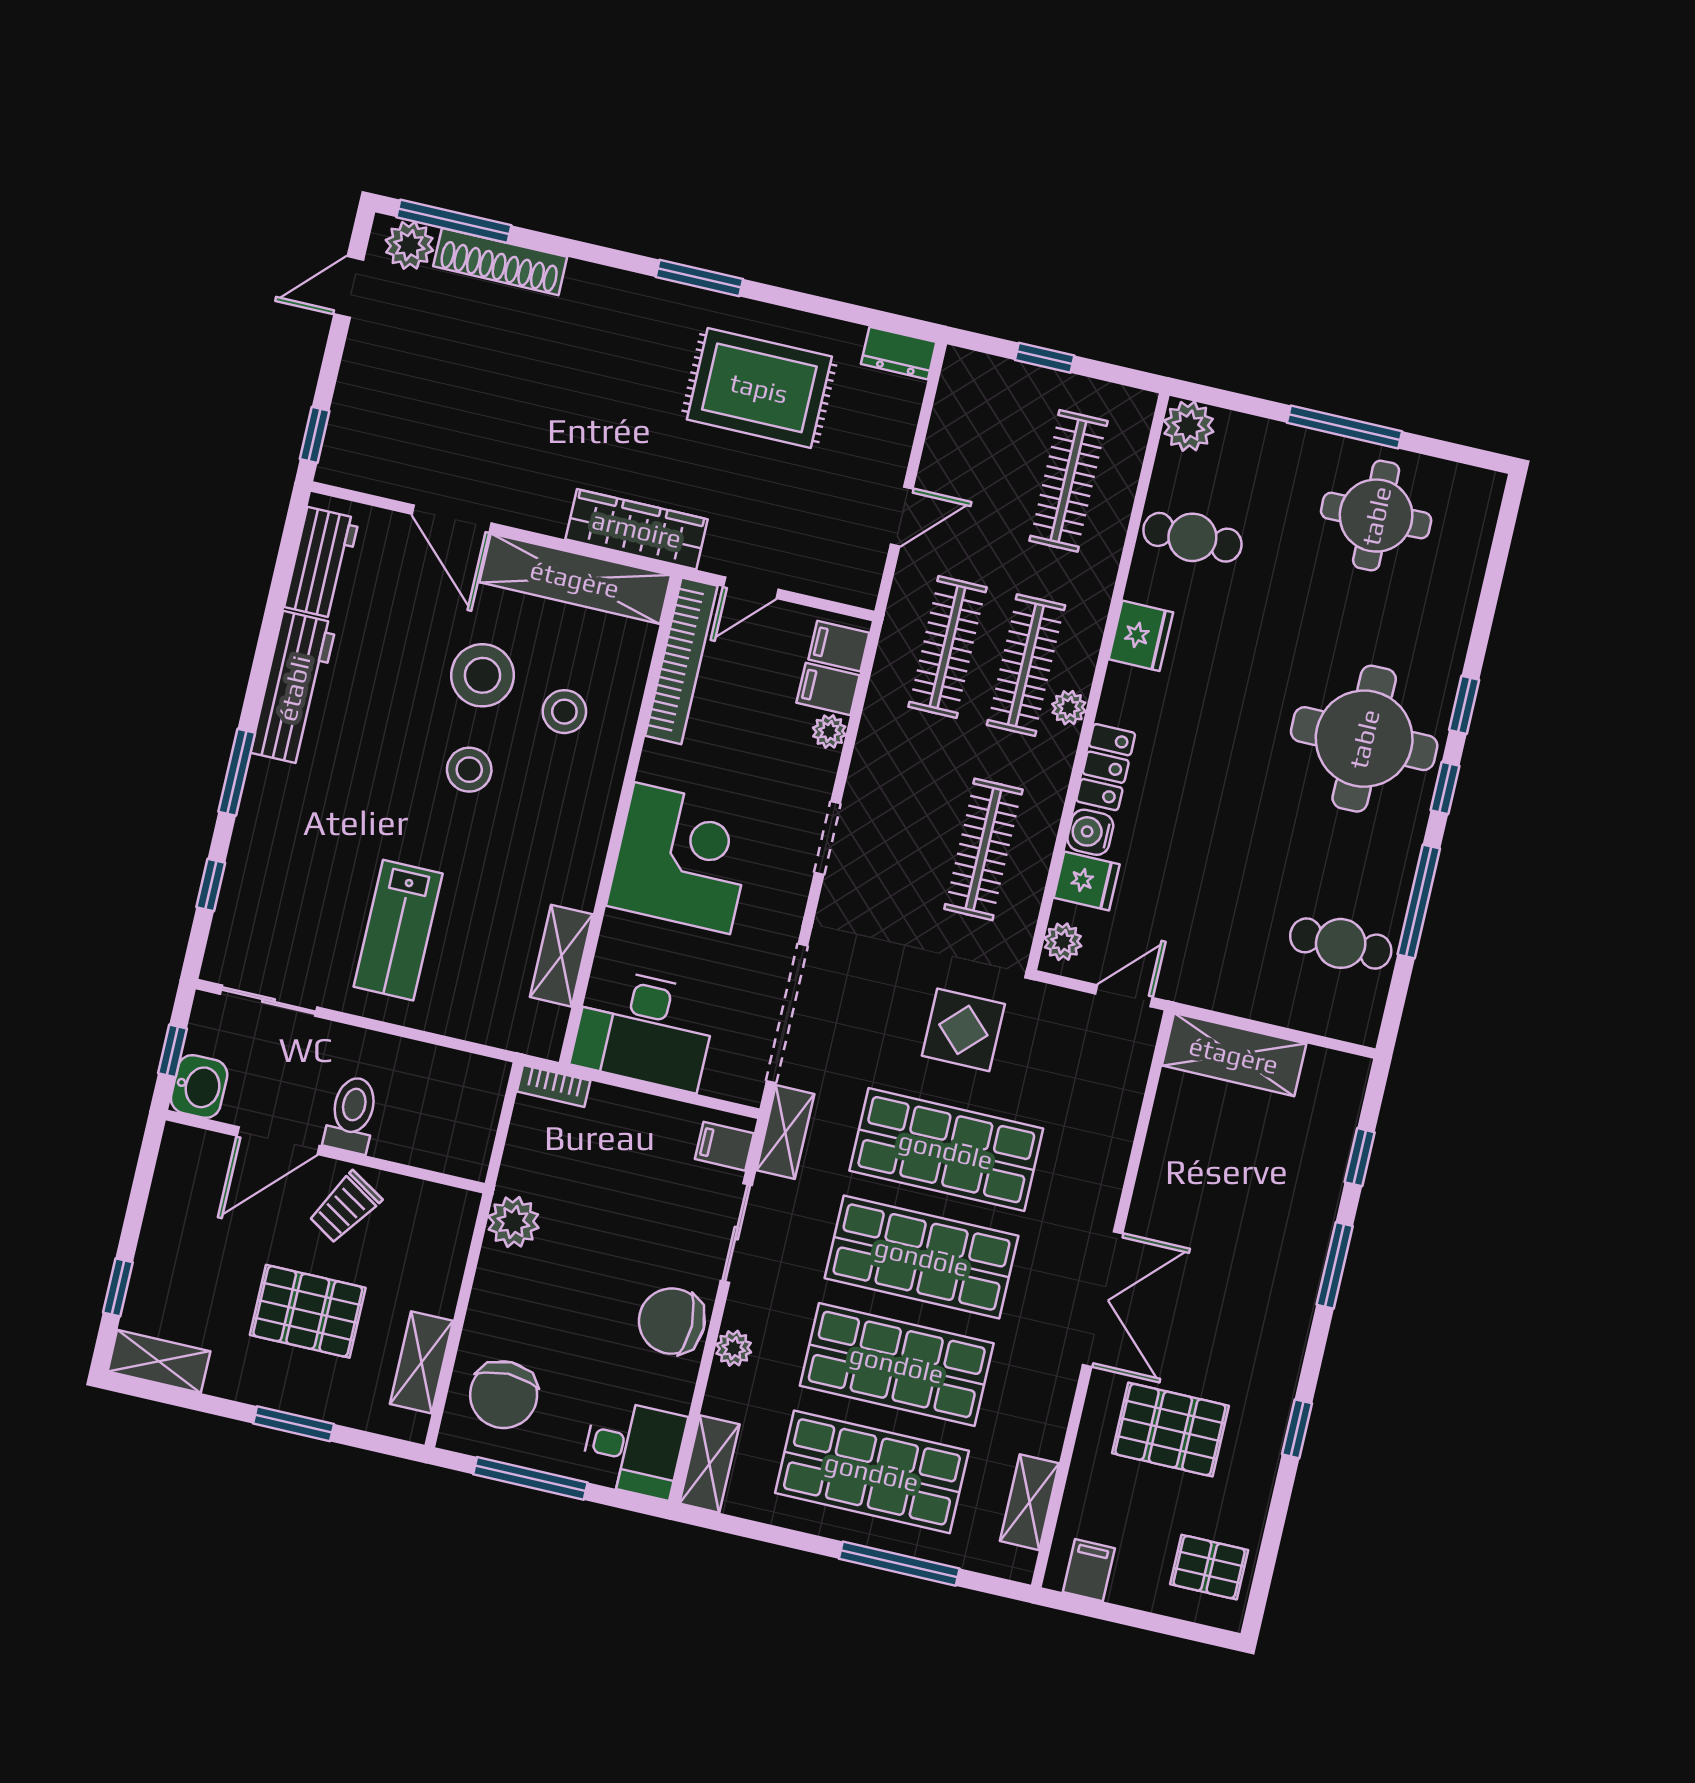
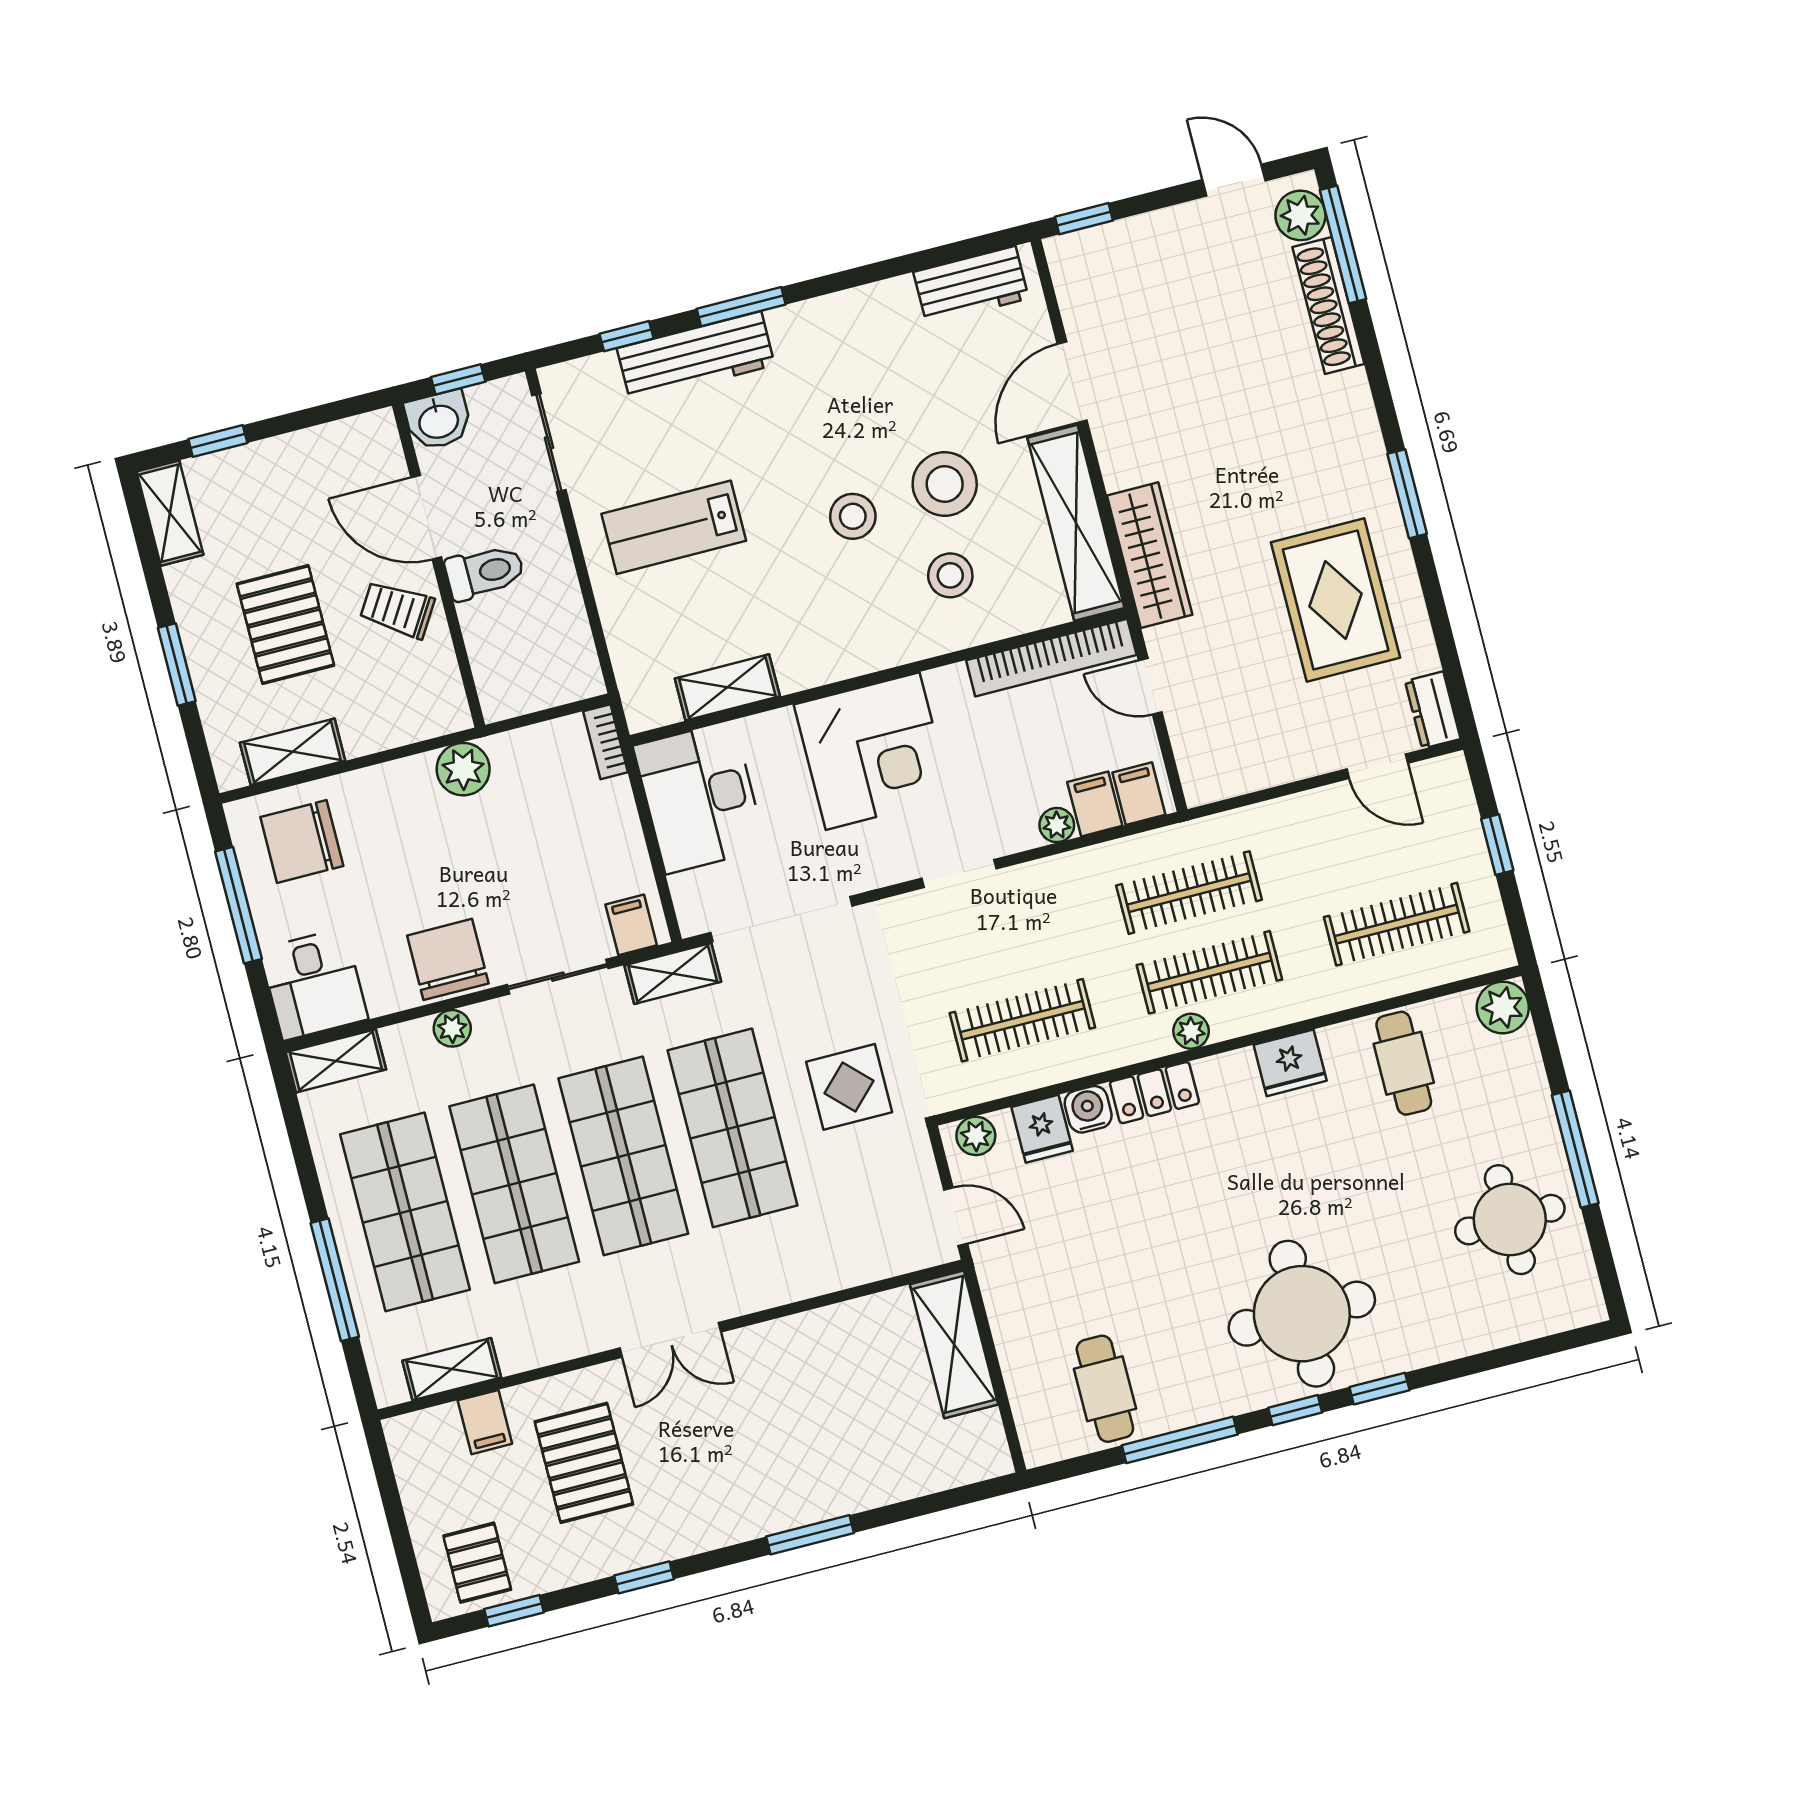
door: (902, 516) -> (1377, 766), moved
workbench: (294, 688) -> (696, 357), moved
window: (1360, 1157) -> (514, 1611), moved
double door: (1103, 1299) -> (670, 1340), width x0.73
filing cabinet: (1089, 1570) -> (485, 1422), moved, turned 90

